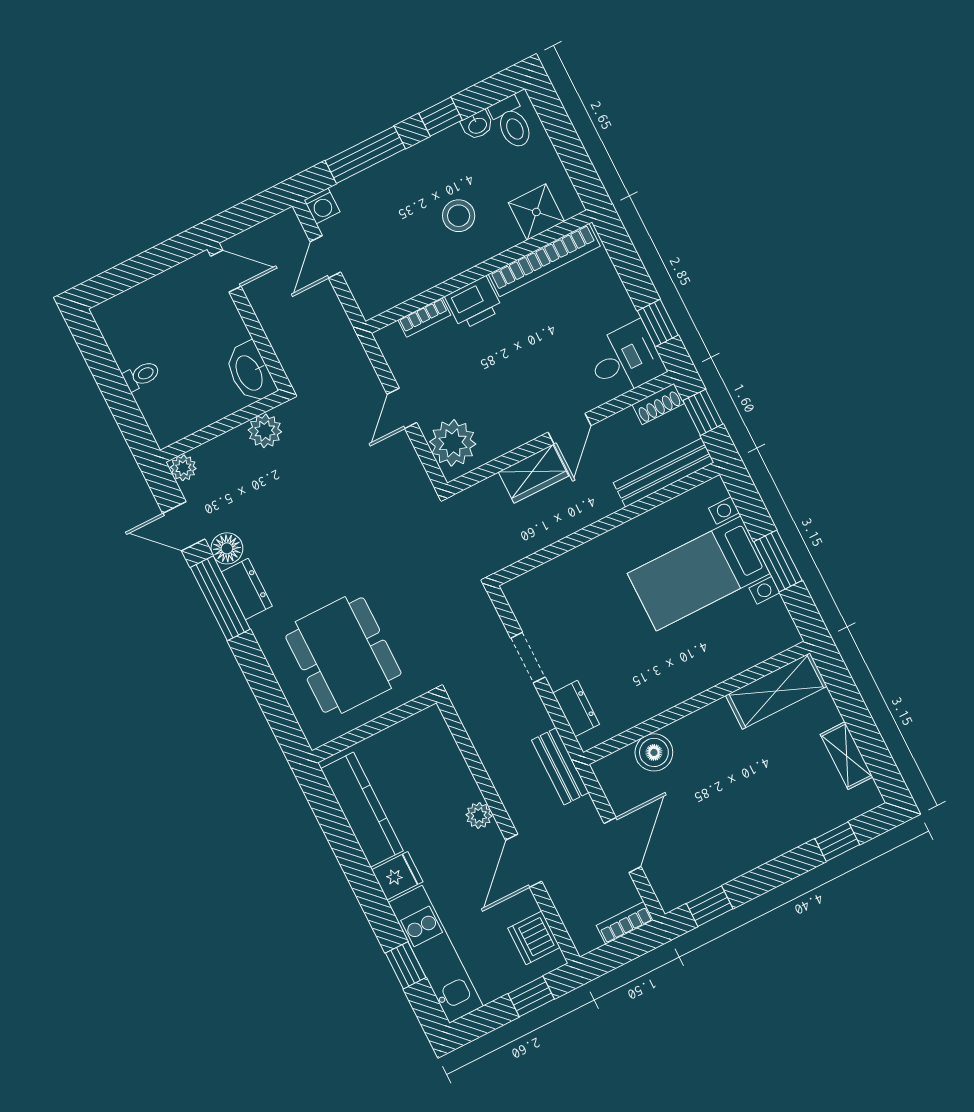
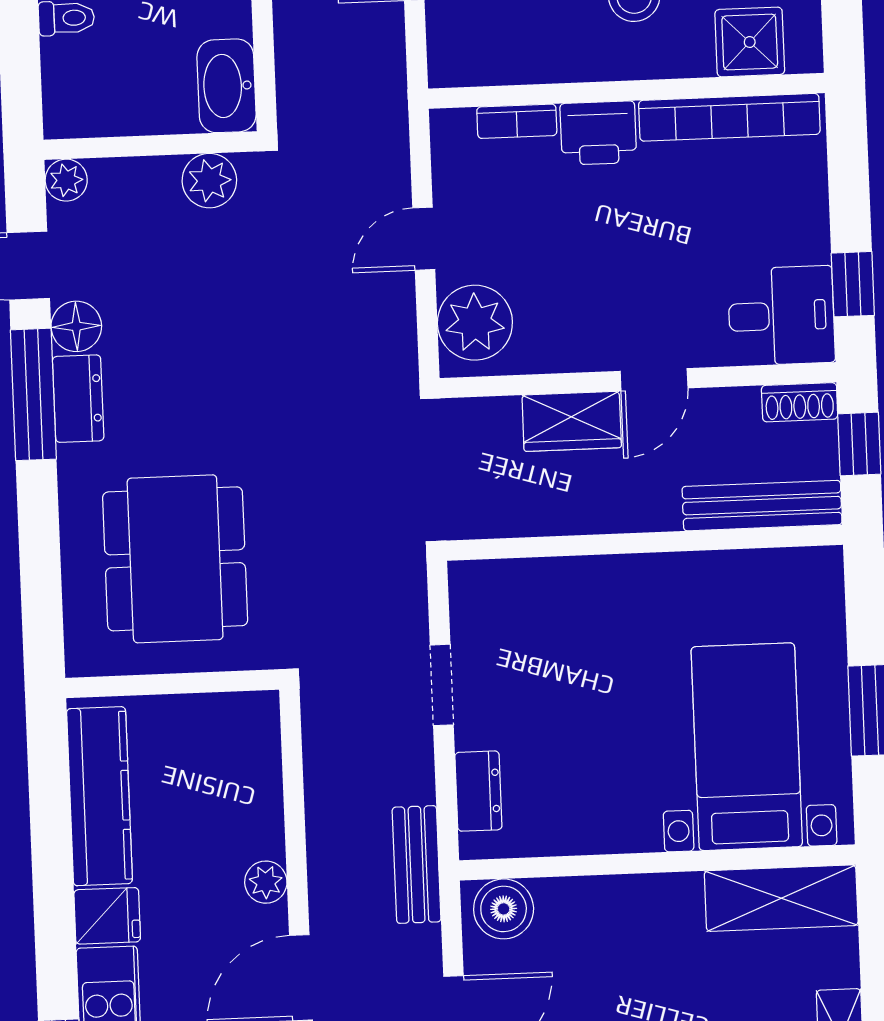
bed with nightstands: (699, 573) -> (747, 747), moved, turned 90
boiler: (654, 752) -> (504, 909), moved

